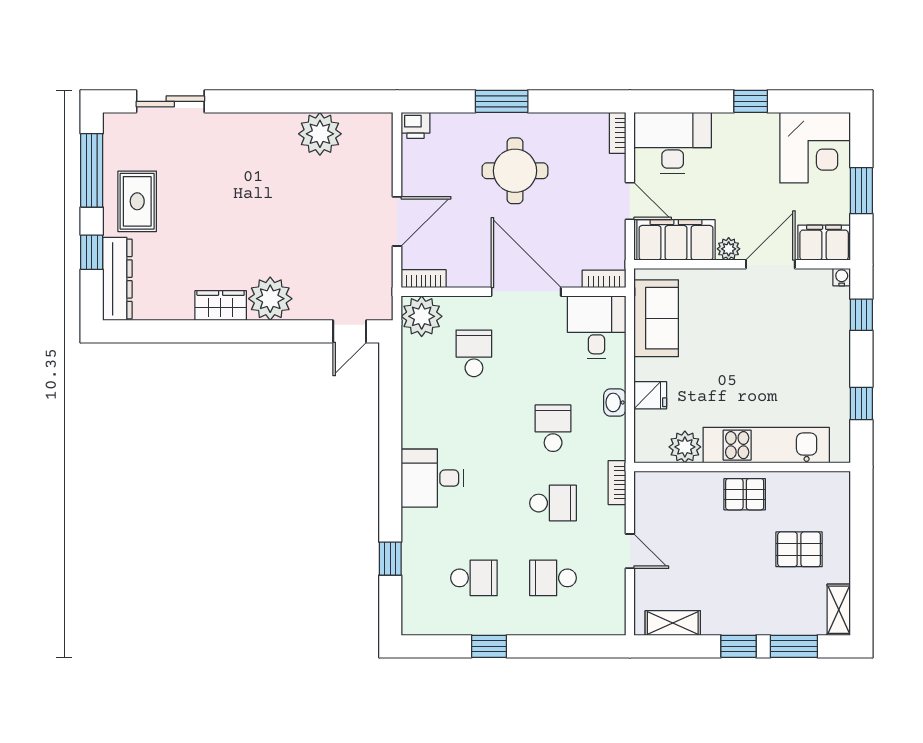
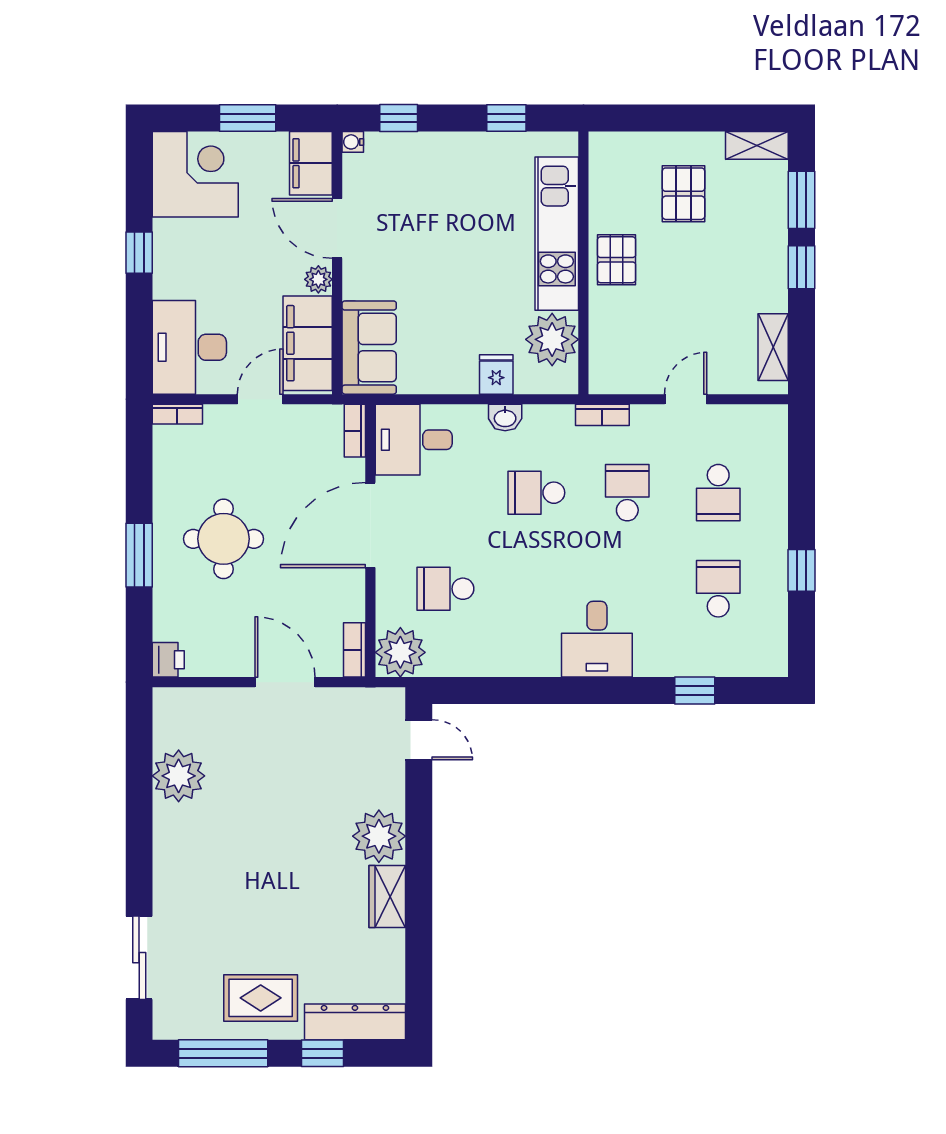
sofa: (656, 318) -> (369, 348), moved, turned 90
plant: (685, 447) -> (552, 339), width x1.36, depth x1.36

